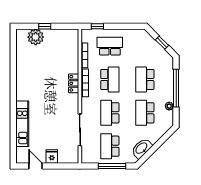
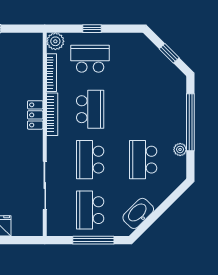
window: (97, 26) -> (92, 29), moved
plant: (87, 35) -> (55, 41), added
school desk: (145, 80) -> (143, 109), removed

